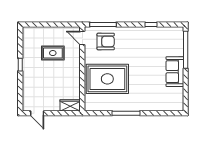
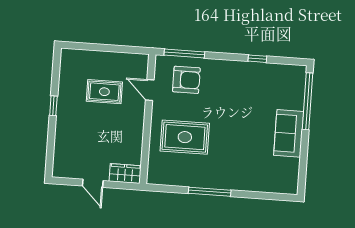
door: (82, 38) -> (150, 90), moved
rug: (107, 79) -> (185, 137), width x0.73, depth x0.69
door: (37, 113) -> (93, 183), moved

